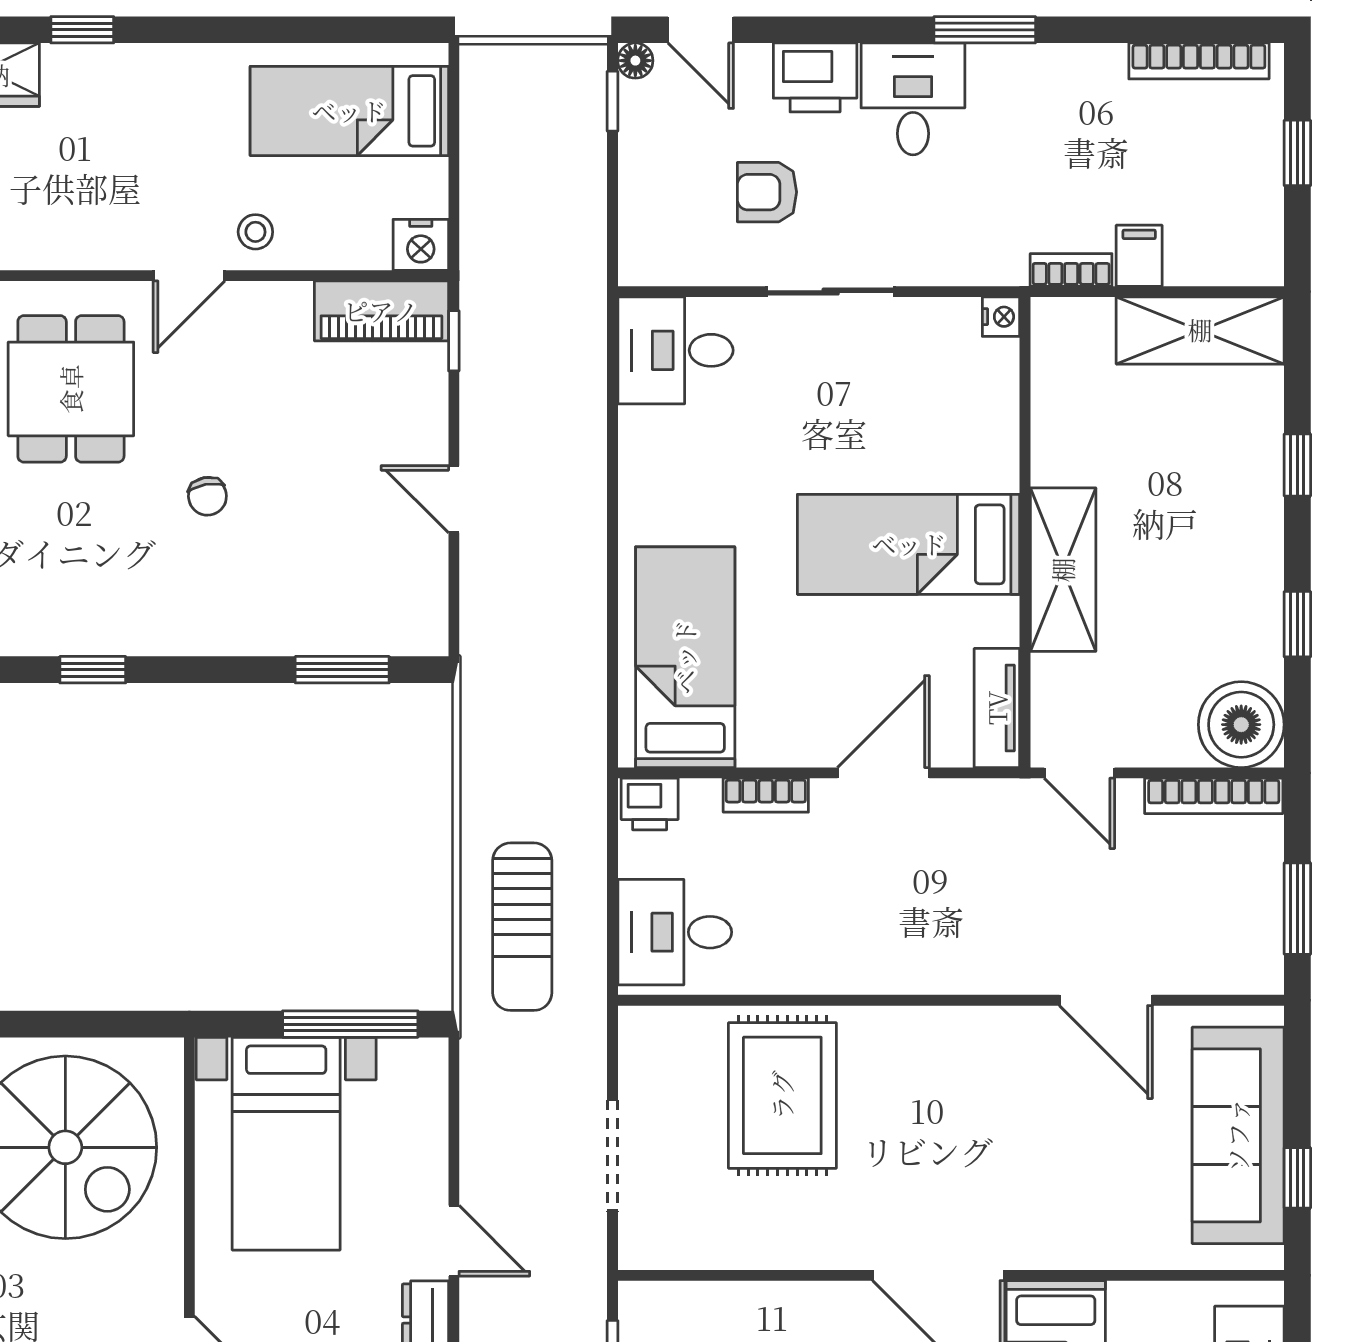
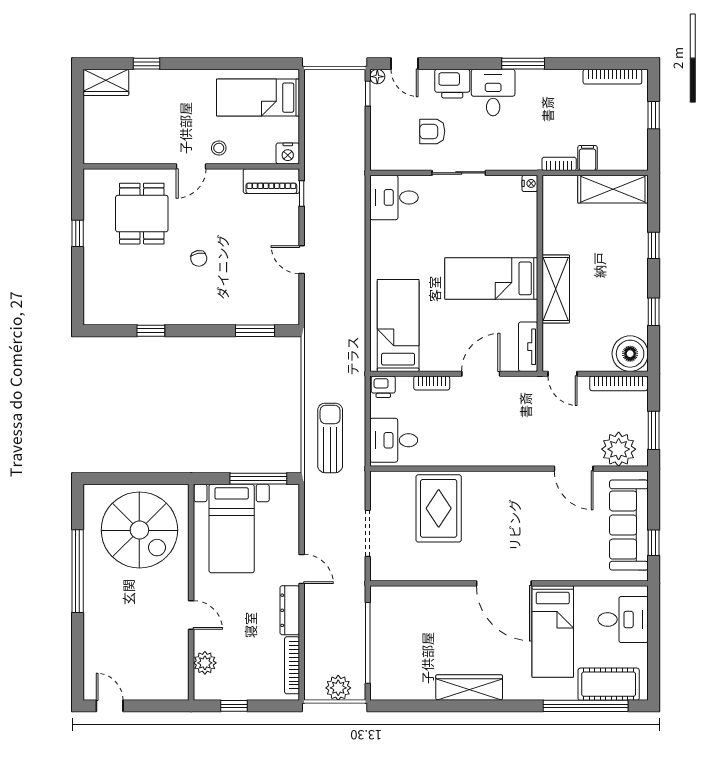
sun lounger: (522, 927) -> (330, 438), turned 180
plant: (1214, 954) -> (619, 449), added

